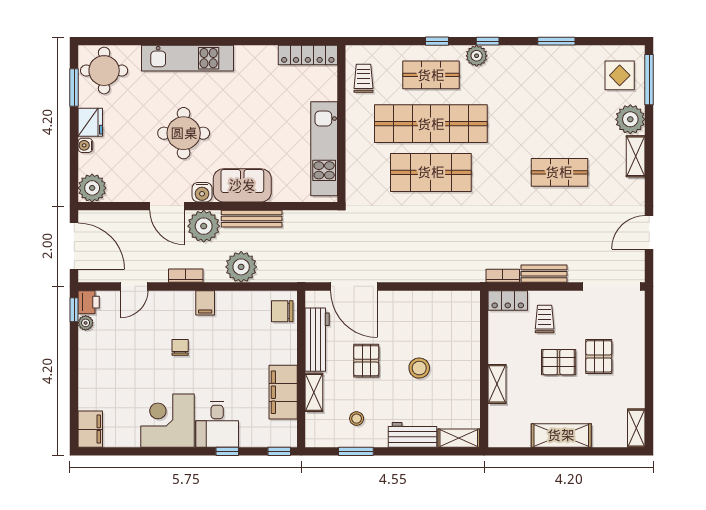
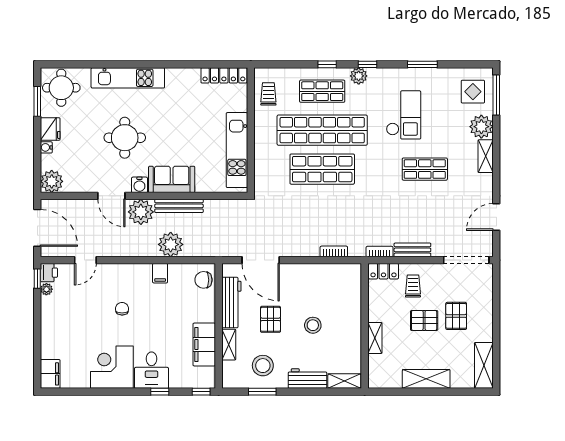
checkout: (533, 105) -> (404, 115), added
bookcase: (186, 276) -> (334, 251), moved
filing cabinet: (205, 303) -> (160, 273), moved
stool: (357, 419) -> (263, 366), width x1.89, depth x1.89
shelving: (636, 428) -> (484, 365), width x1.50, depth x1.33

